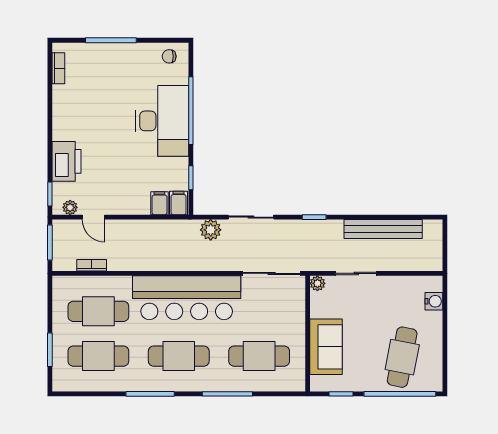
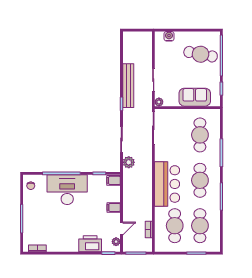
filing cabinet: (159, 203) -> (114, 207), moved
bench: (383, 229) -> (128, 86), moved
bar counter: (187, 298) -> (167, 184), width x0.73

